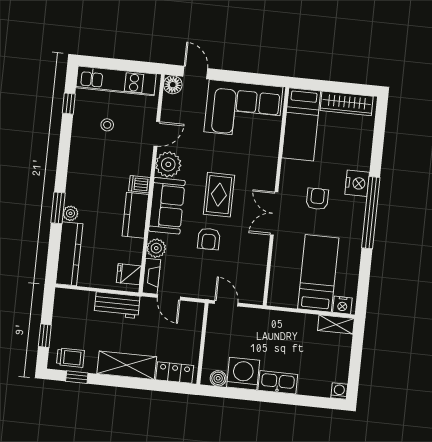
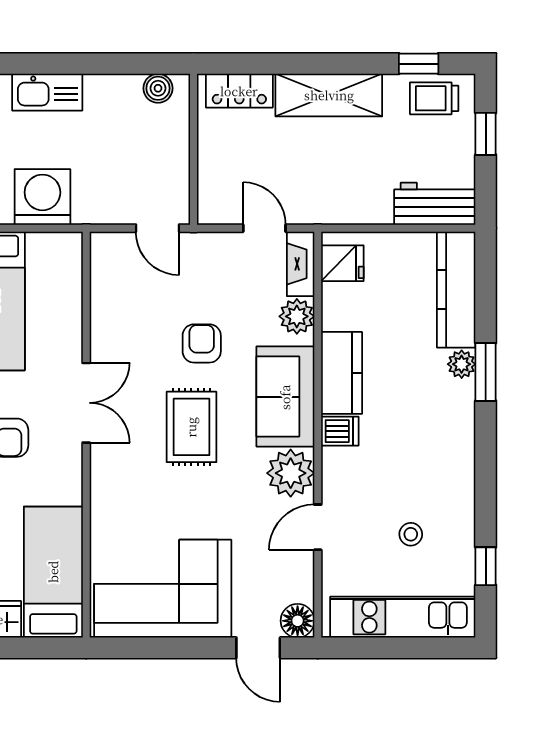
workbench: (117, 305) -> (435, 204), moved
washing machine: (243, 374) -> (42, 197), moved, turned 180

